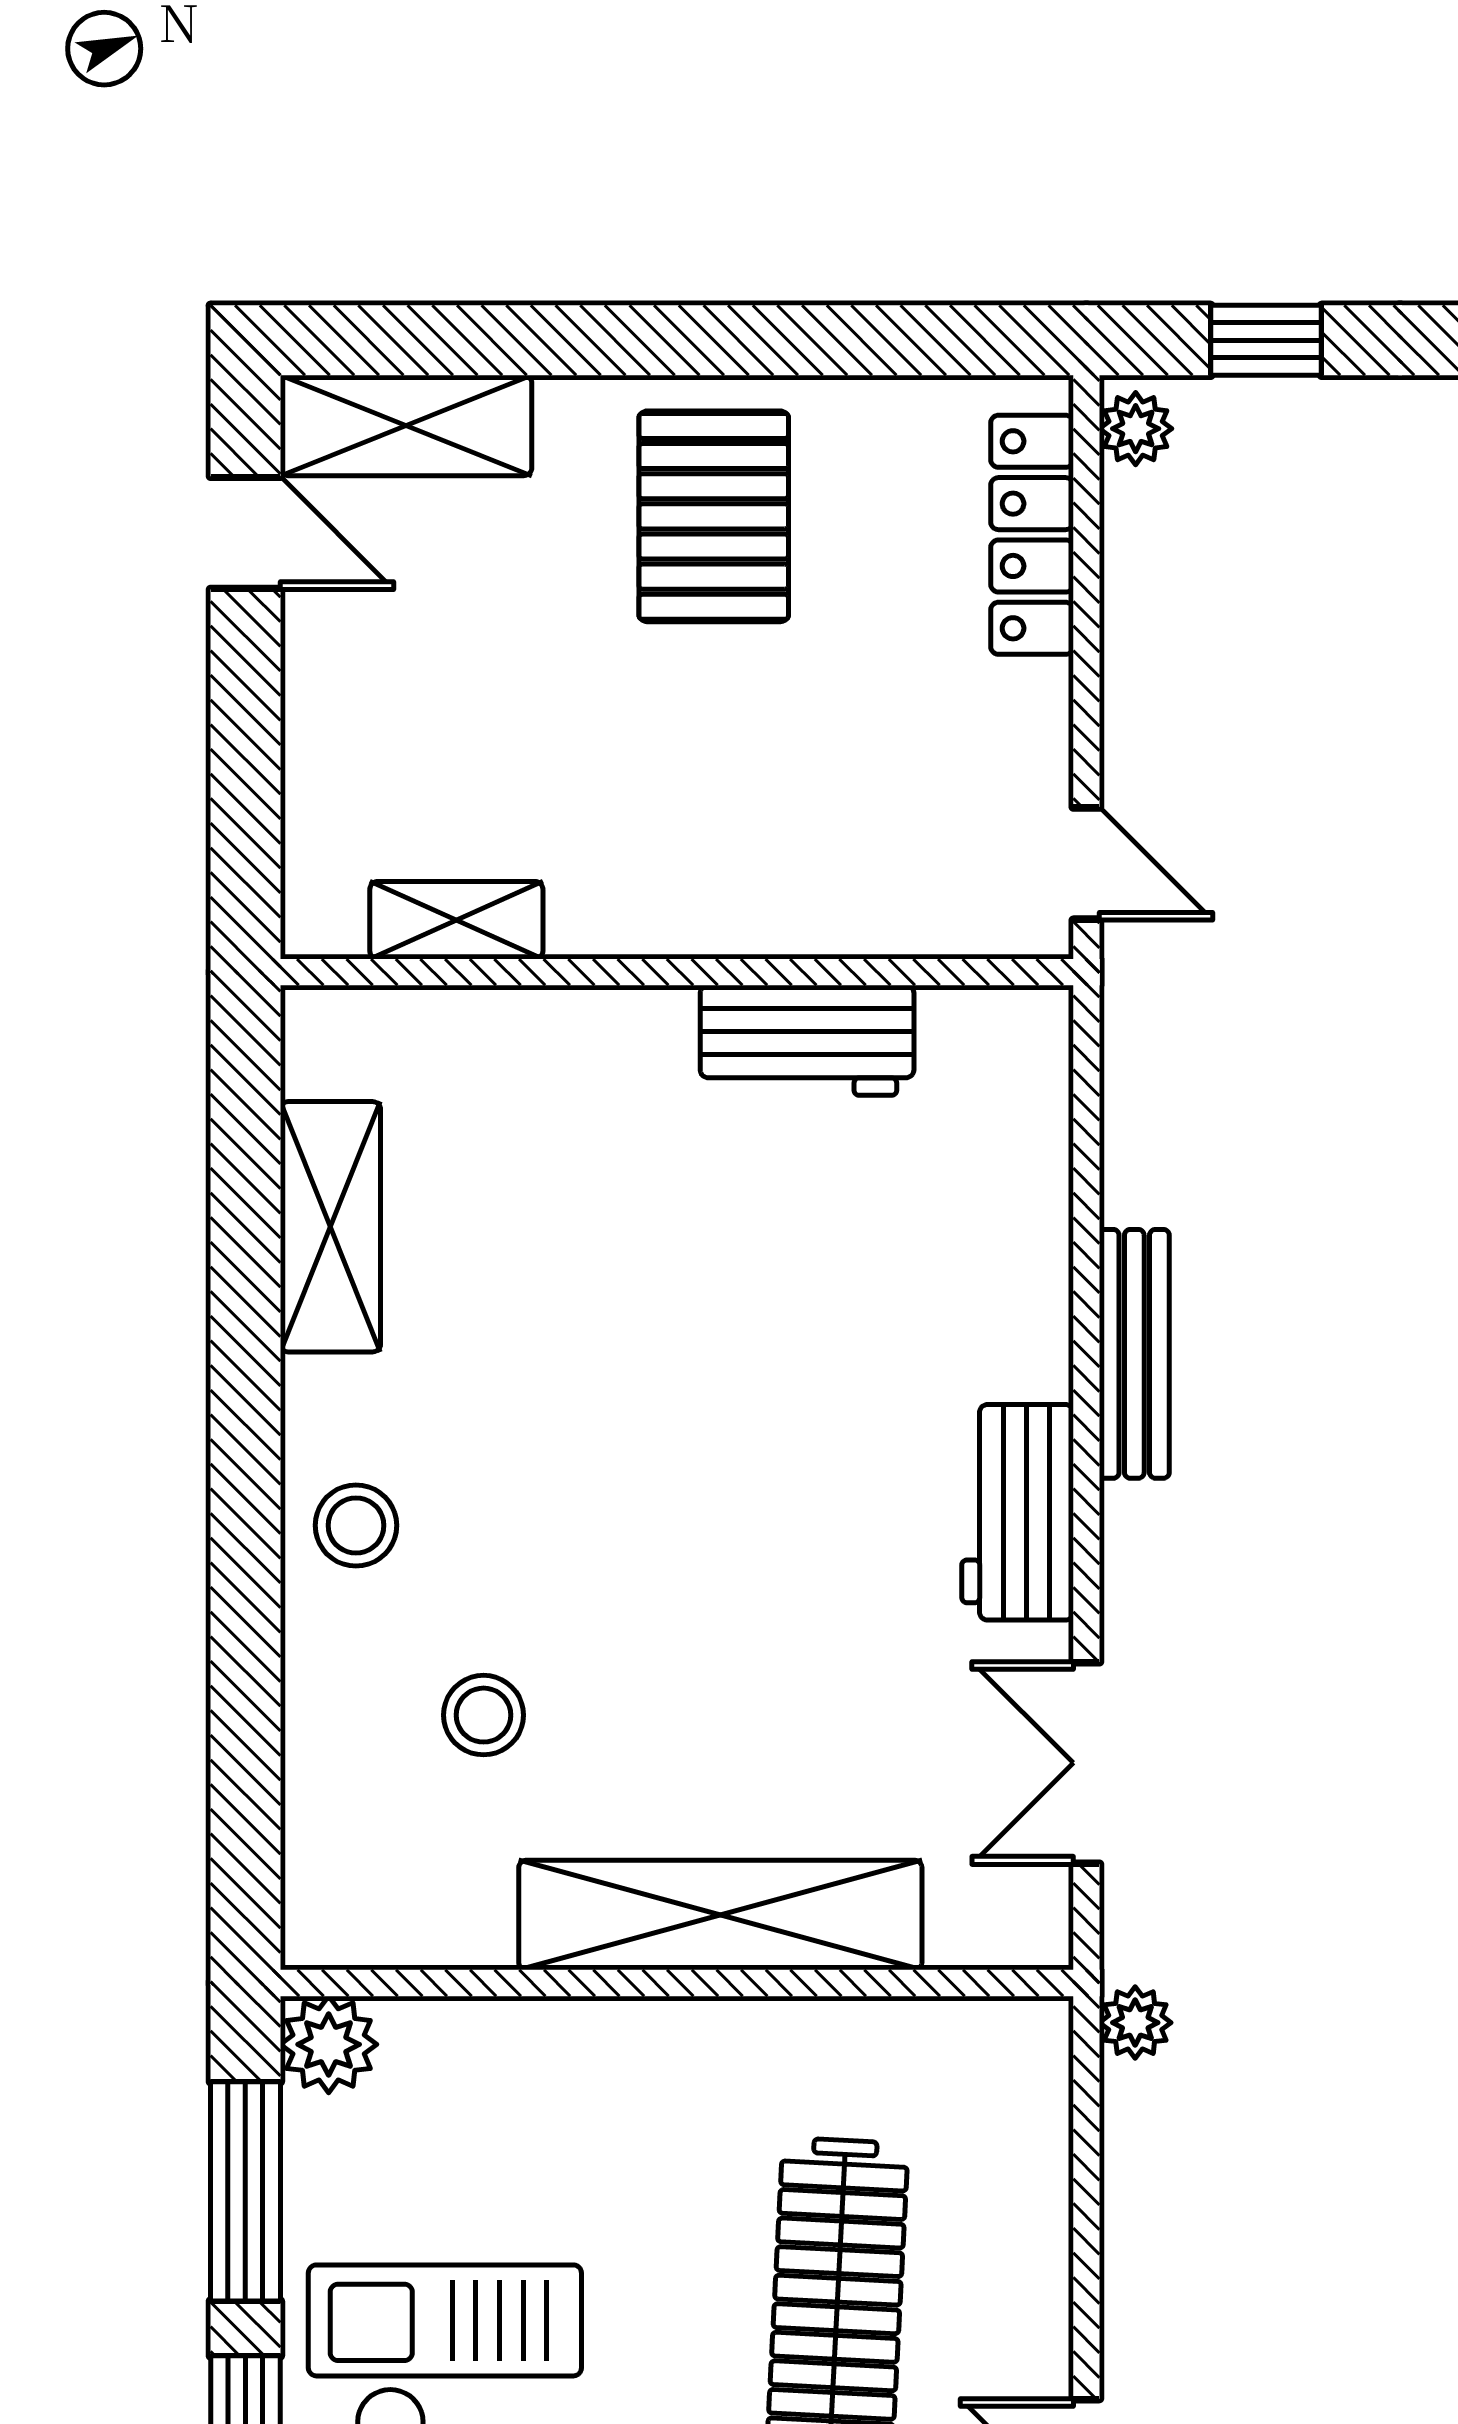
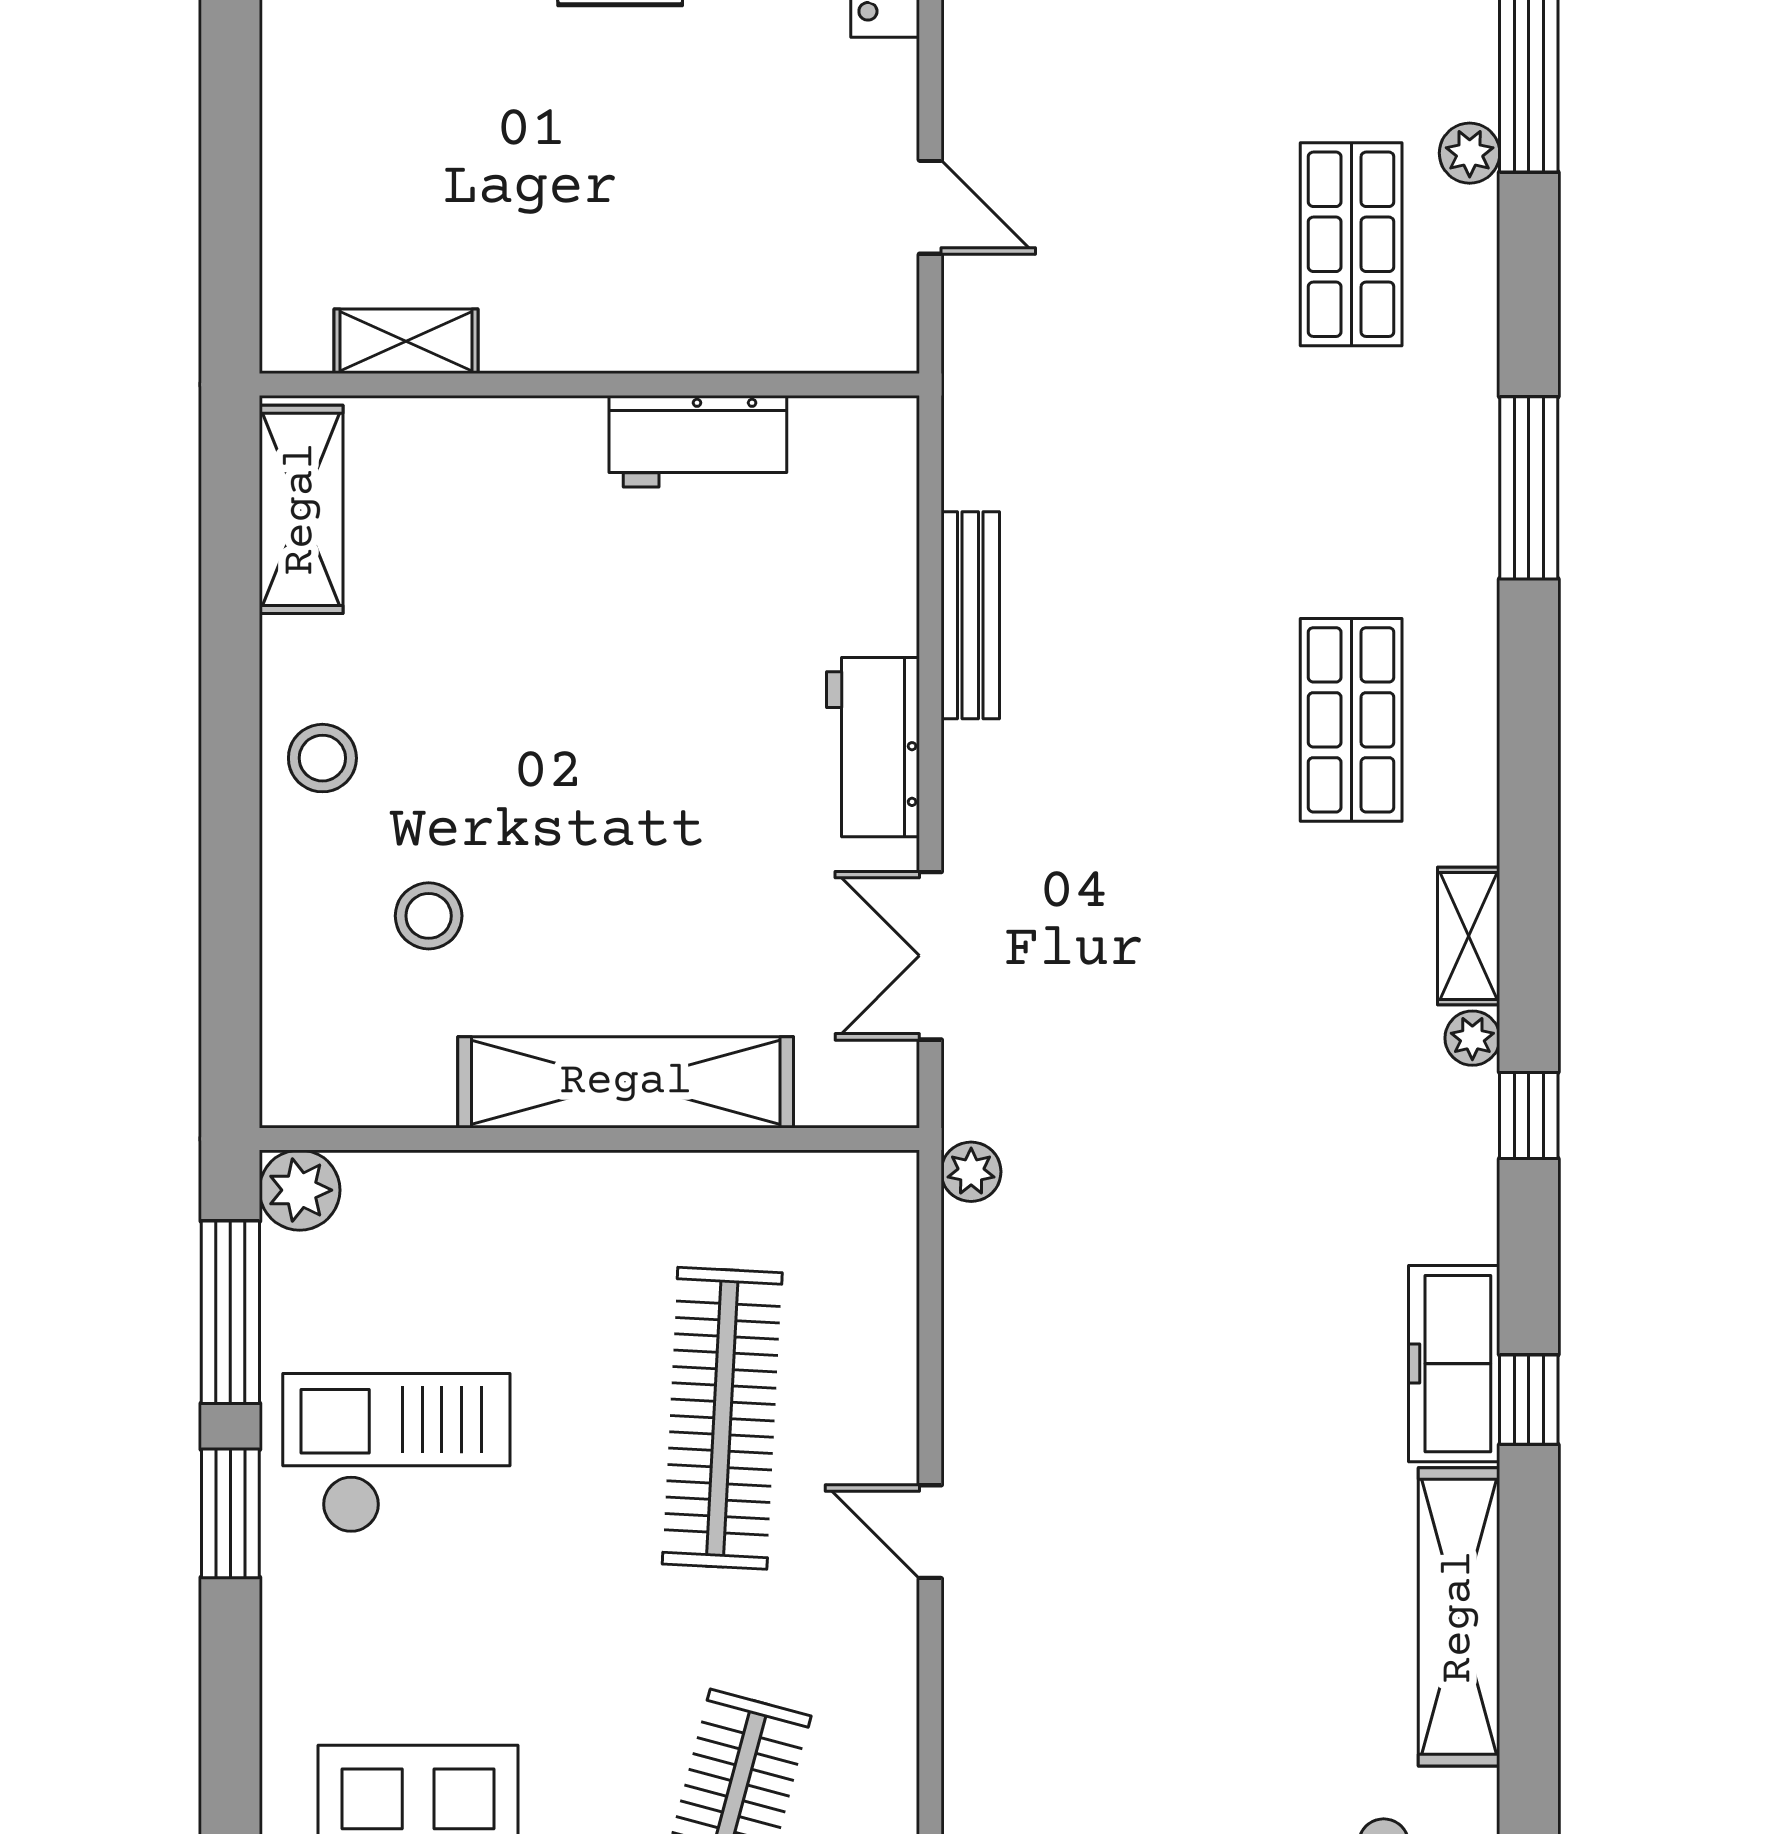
shelving: (456, 920) -> (406, 341), moved
wall: (677, 972) -> (589, 385), moved
workbench: (807, 1040) -> (698, 441), moved

